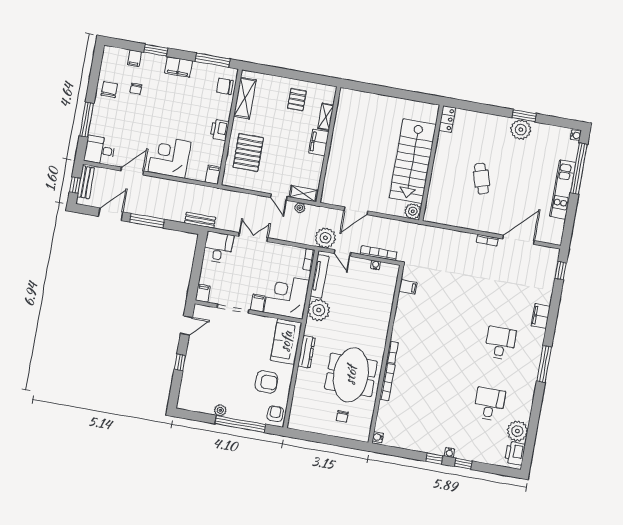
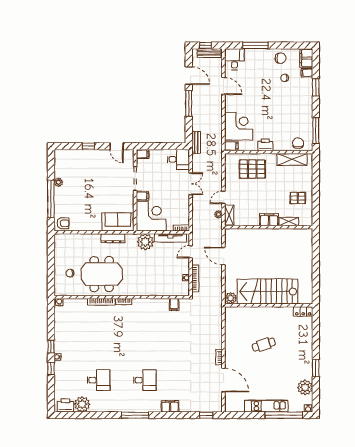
filing cabinet: (178, 67) -> (306, 58), moved
plant: (521, 130) -> (305, 387), moved
corner desk: (169, 157) -> (239, 126), moved
plant: (325, 238) -> (199, 237), removed
armchair: (267, 382) -> (85, 213), removed

